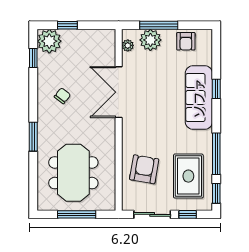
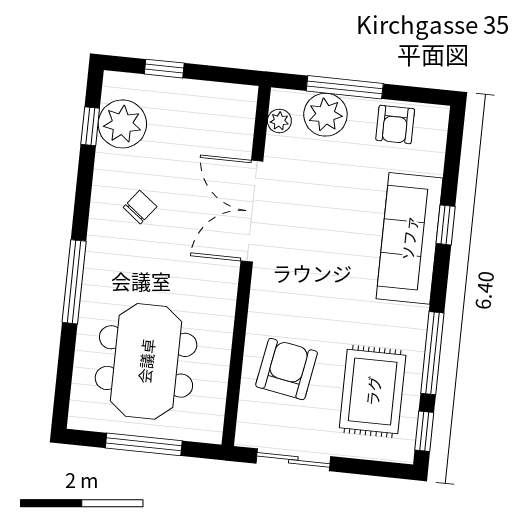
plant: (49, 41) -> (122, 124), moved
window: (33, 137) -> (74, 282), width x1.44
window: (188, 214) -> (363, 467), removed

